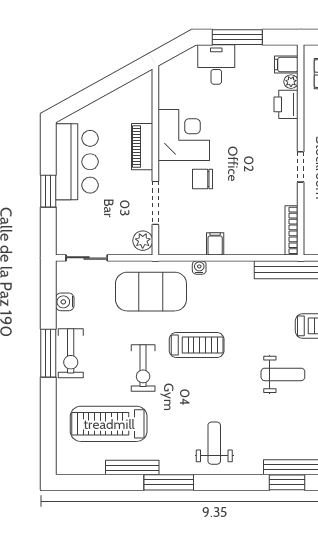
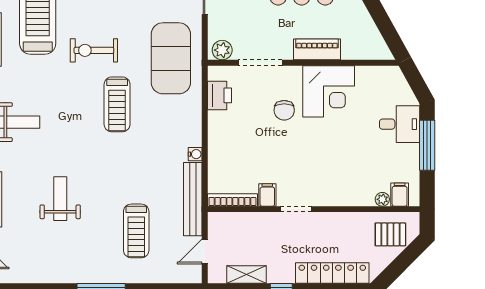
printer: (286, 104) -> (219, 95), moved, turned 90
chair: (203, 179) -> (284, 110), turned 180
filing cabinet: (215, 244) -> (267, 195), moved, turned -90
water cooler: (199, 267) -> (195, 154), moved
weight bench: (283, 374) -> (60, 199), moved, turned 180

